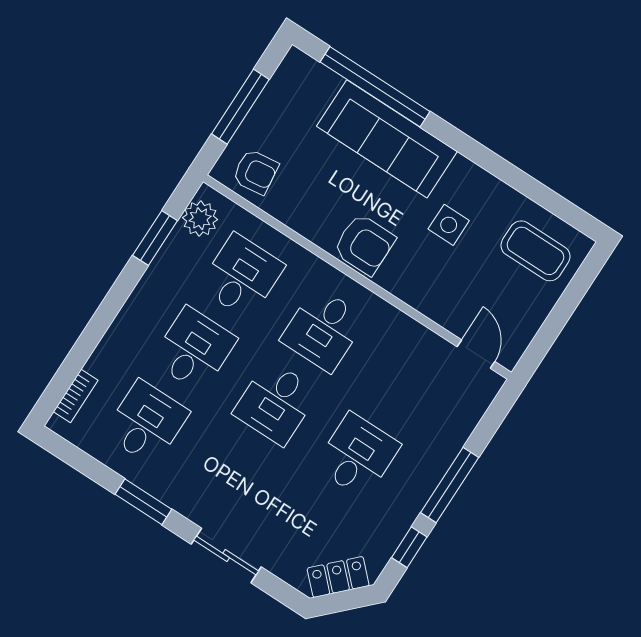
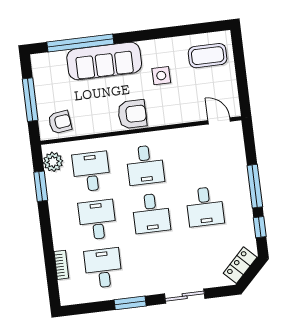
bookcase: (76, 396) -> (61, 265), moved
desk: (357, 456) -> (205, 207), turned 180

